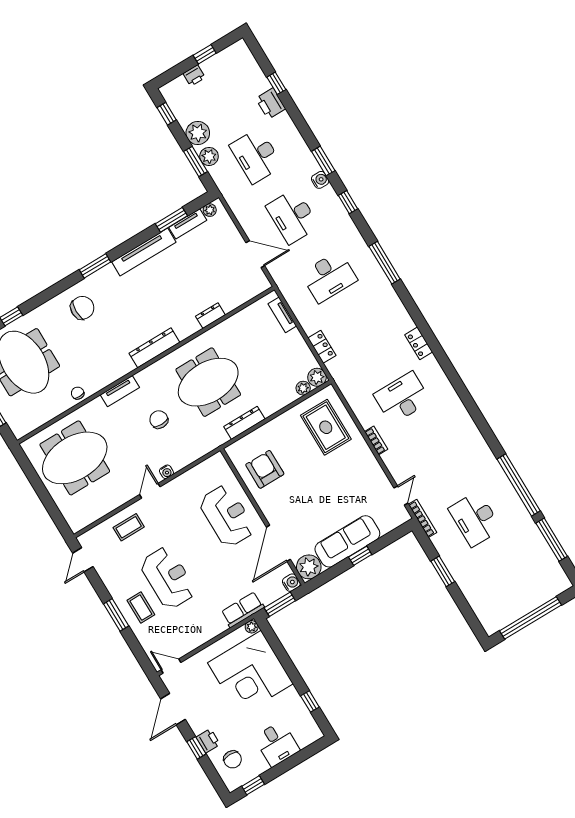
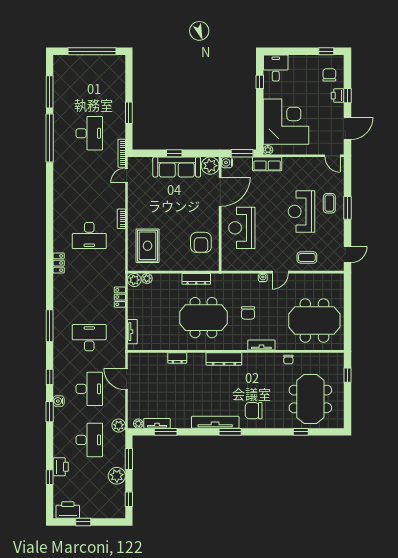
printer: (194, 76) -> (68, 510), moved, width x1.87, depth x1.48
plant: (209, 156) -> (119, 426), moved
tv unit: (144, 252) -> (215, 422), moved
desk: (277, 744) -> (276, 68), moved

